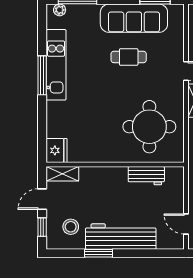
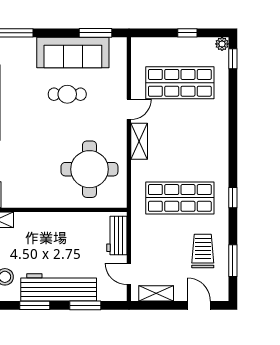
workbench: (146, 176) -> (117, 235), moved, turned 90
window: (145, 253) -> (85, 305), added

